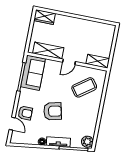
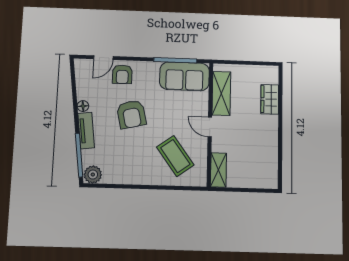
wardrobe: (45, 17) -> (270, 99), moved

